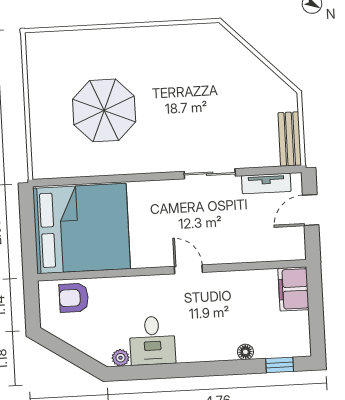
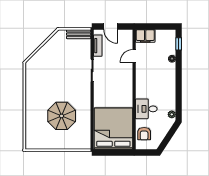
door: (188, 269) -> (134, 56), moved
desk: (152, 341) -> (146, 109), moved, turned 180

